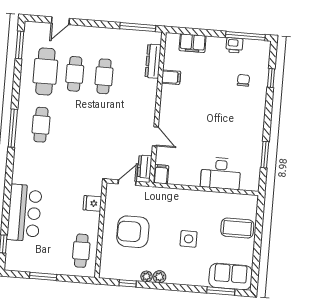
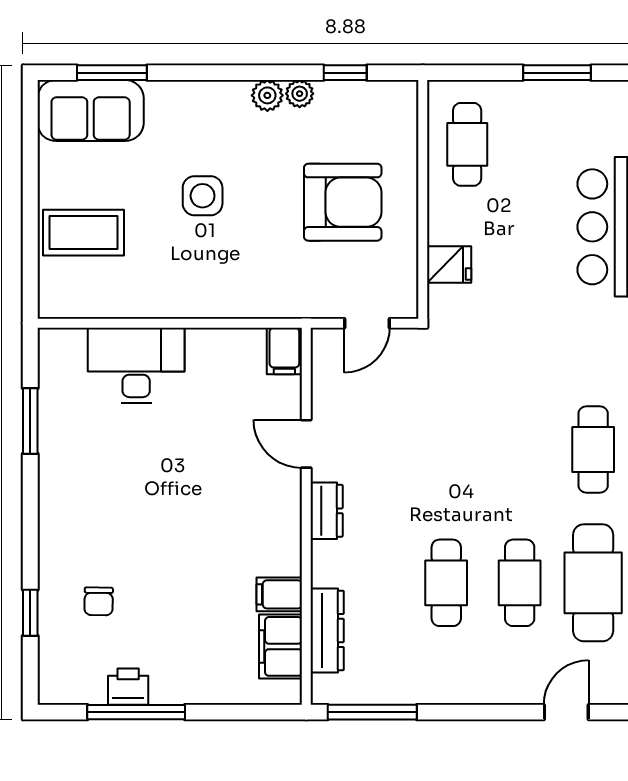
window: (245, 36) -> (136, 712), moved
filing cabinet: (193, 43) -> (281, 646), moved, turned -90
dresser: (145, 167) -> (327, 511), moved

